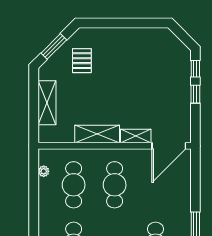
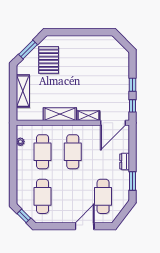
pallet: (82, 61) -> (49, 60), width x1.50, depth x1.42
window: (195, 69) -> (133, 106), moved
dresser: (185, 198) -> (125, 161), added

